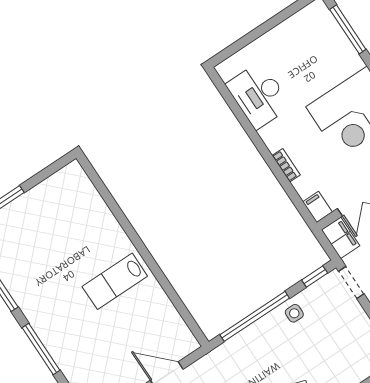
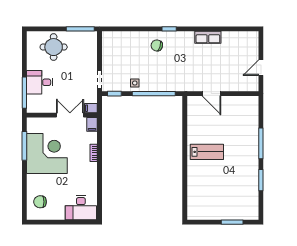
window: (348, 29) -> (24, 196), removed
chair: (318, 37) -> (40, 202), added
desk: (259, 95) -> (81, 208), moved, turned 90
filing cabinet: (341, 238) -> (91, 108), width x0.50

